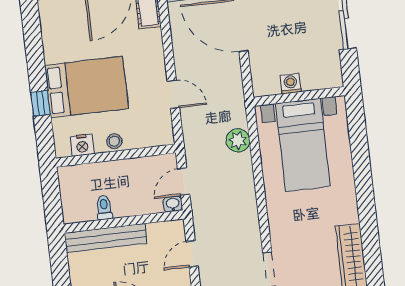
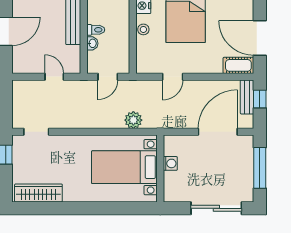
door: (184, 182) -> (108, 77), swing flipped
washbasin: (173, 204) -> (92, 43), moved
toilet: (104, 208) -> (96, 30), moved

